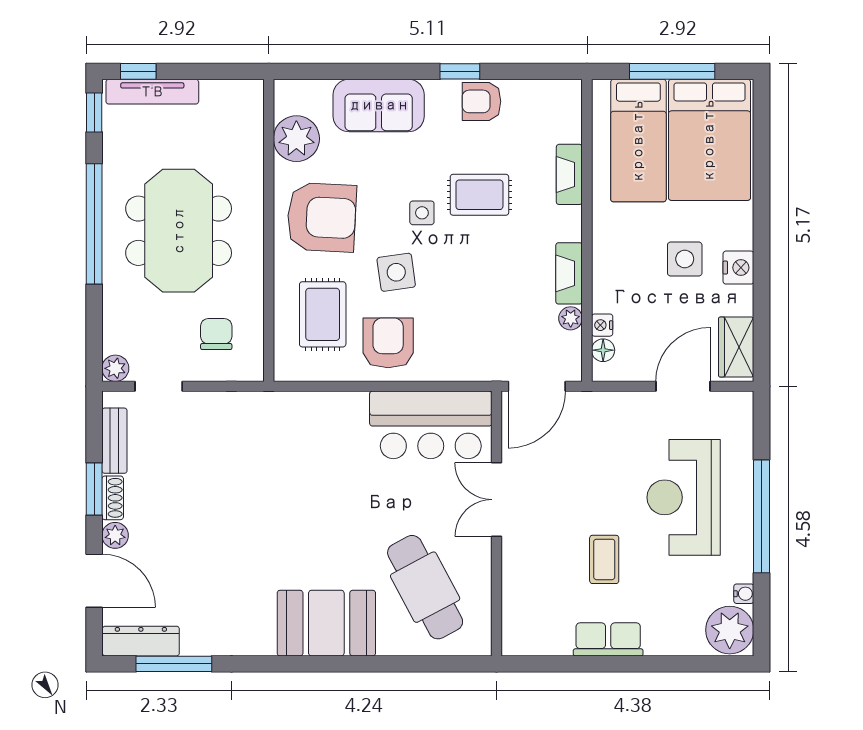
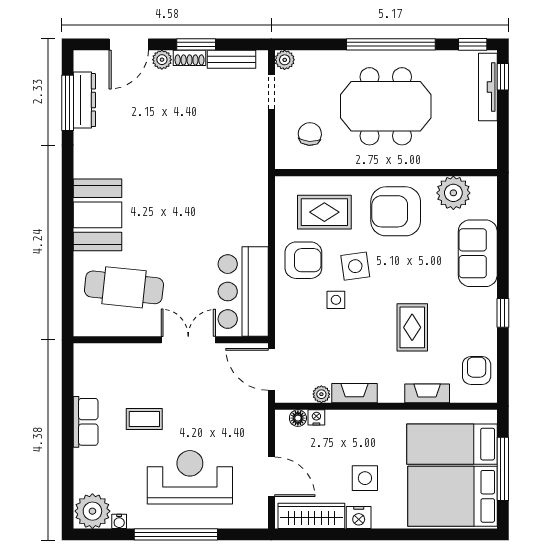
armchair: (481, 101) -> (477, 371), moved
side table: (422, 213) -> (336, 300), moved
armchair: (322, 217) -> (396, 211), turned 87
chair: (216, 334) -> (310, 134), turned -86
wardrobe: (736, 347) -> (311, 516), width x1.50
cafe table: (425, 587) -> (124, 287), turned 34
dresser: (141, 641) -> (84, 100), moved

